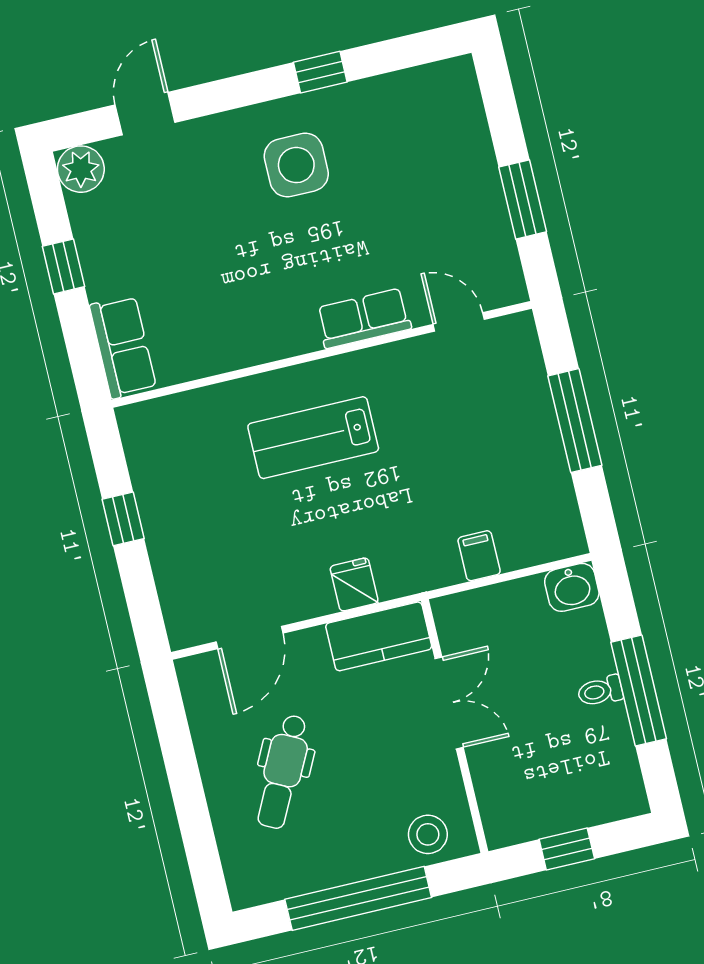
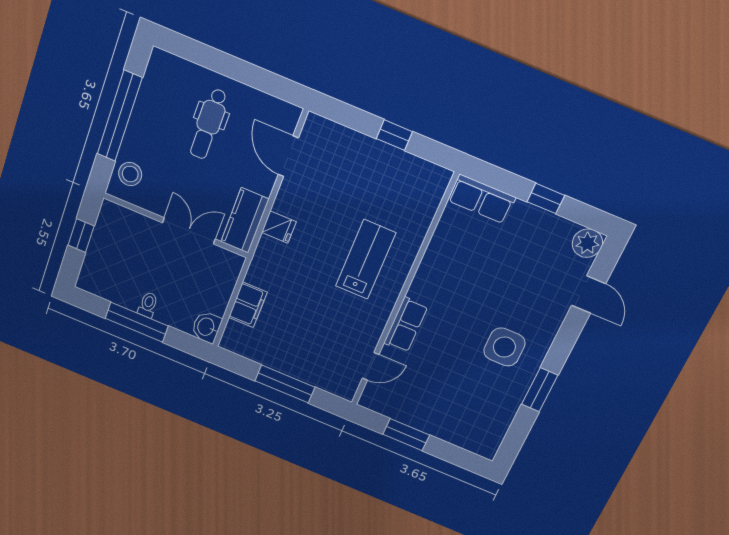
window: (320, 72) -> (540, 390), width x1.50
filing cabinet: (479, 556) -> (248, 305), width x2.00
double door: (449, 703) -> (189, 231), swing flipped
dental chair: (283, 772) -> (209, 124), turned -117

